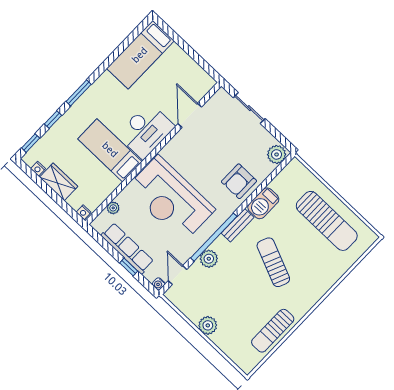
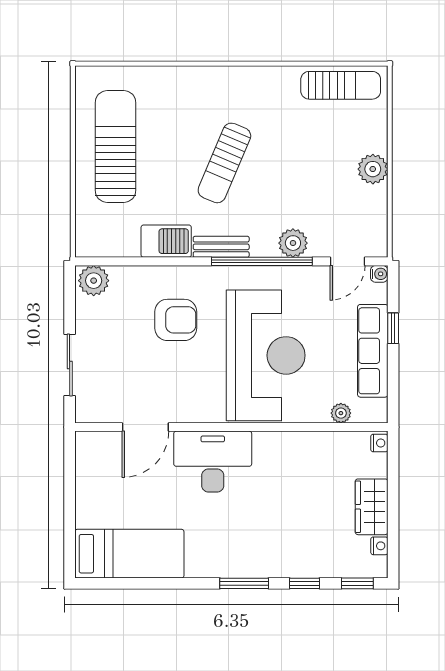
bed: (110, 150) -> (277, 482), removed
armchair: (239, 181) -> (176, 320), moved
sun lounger: (273, 331) -> (341, 85), moved

